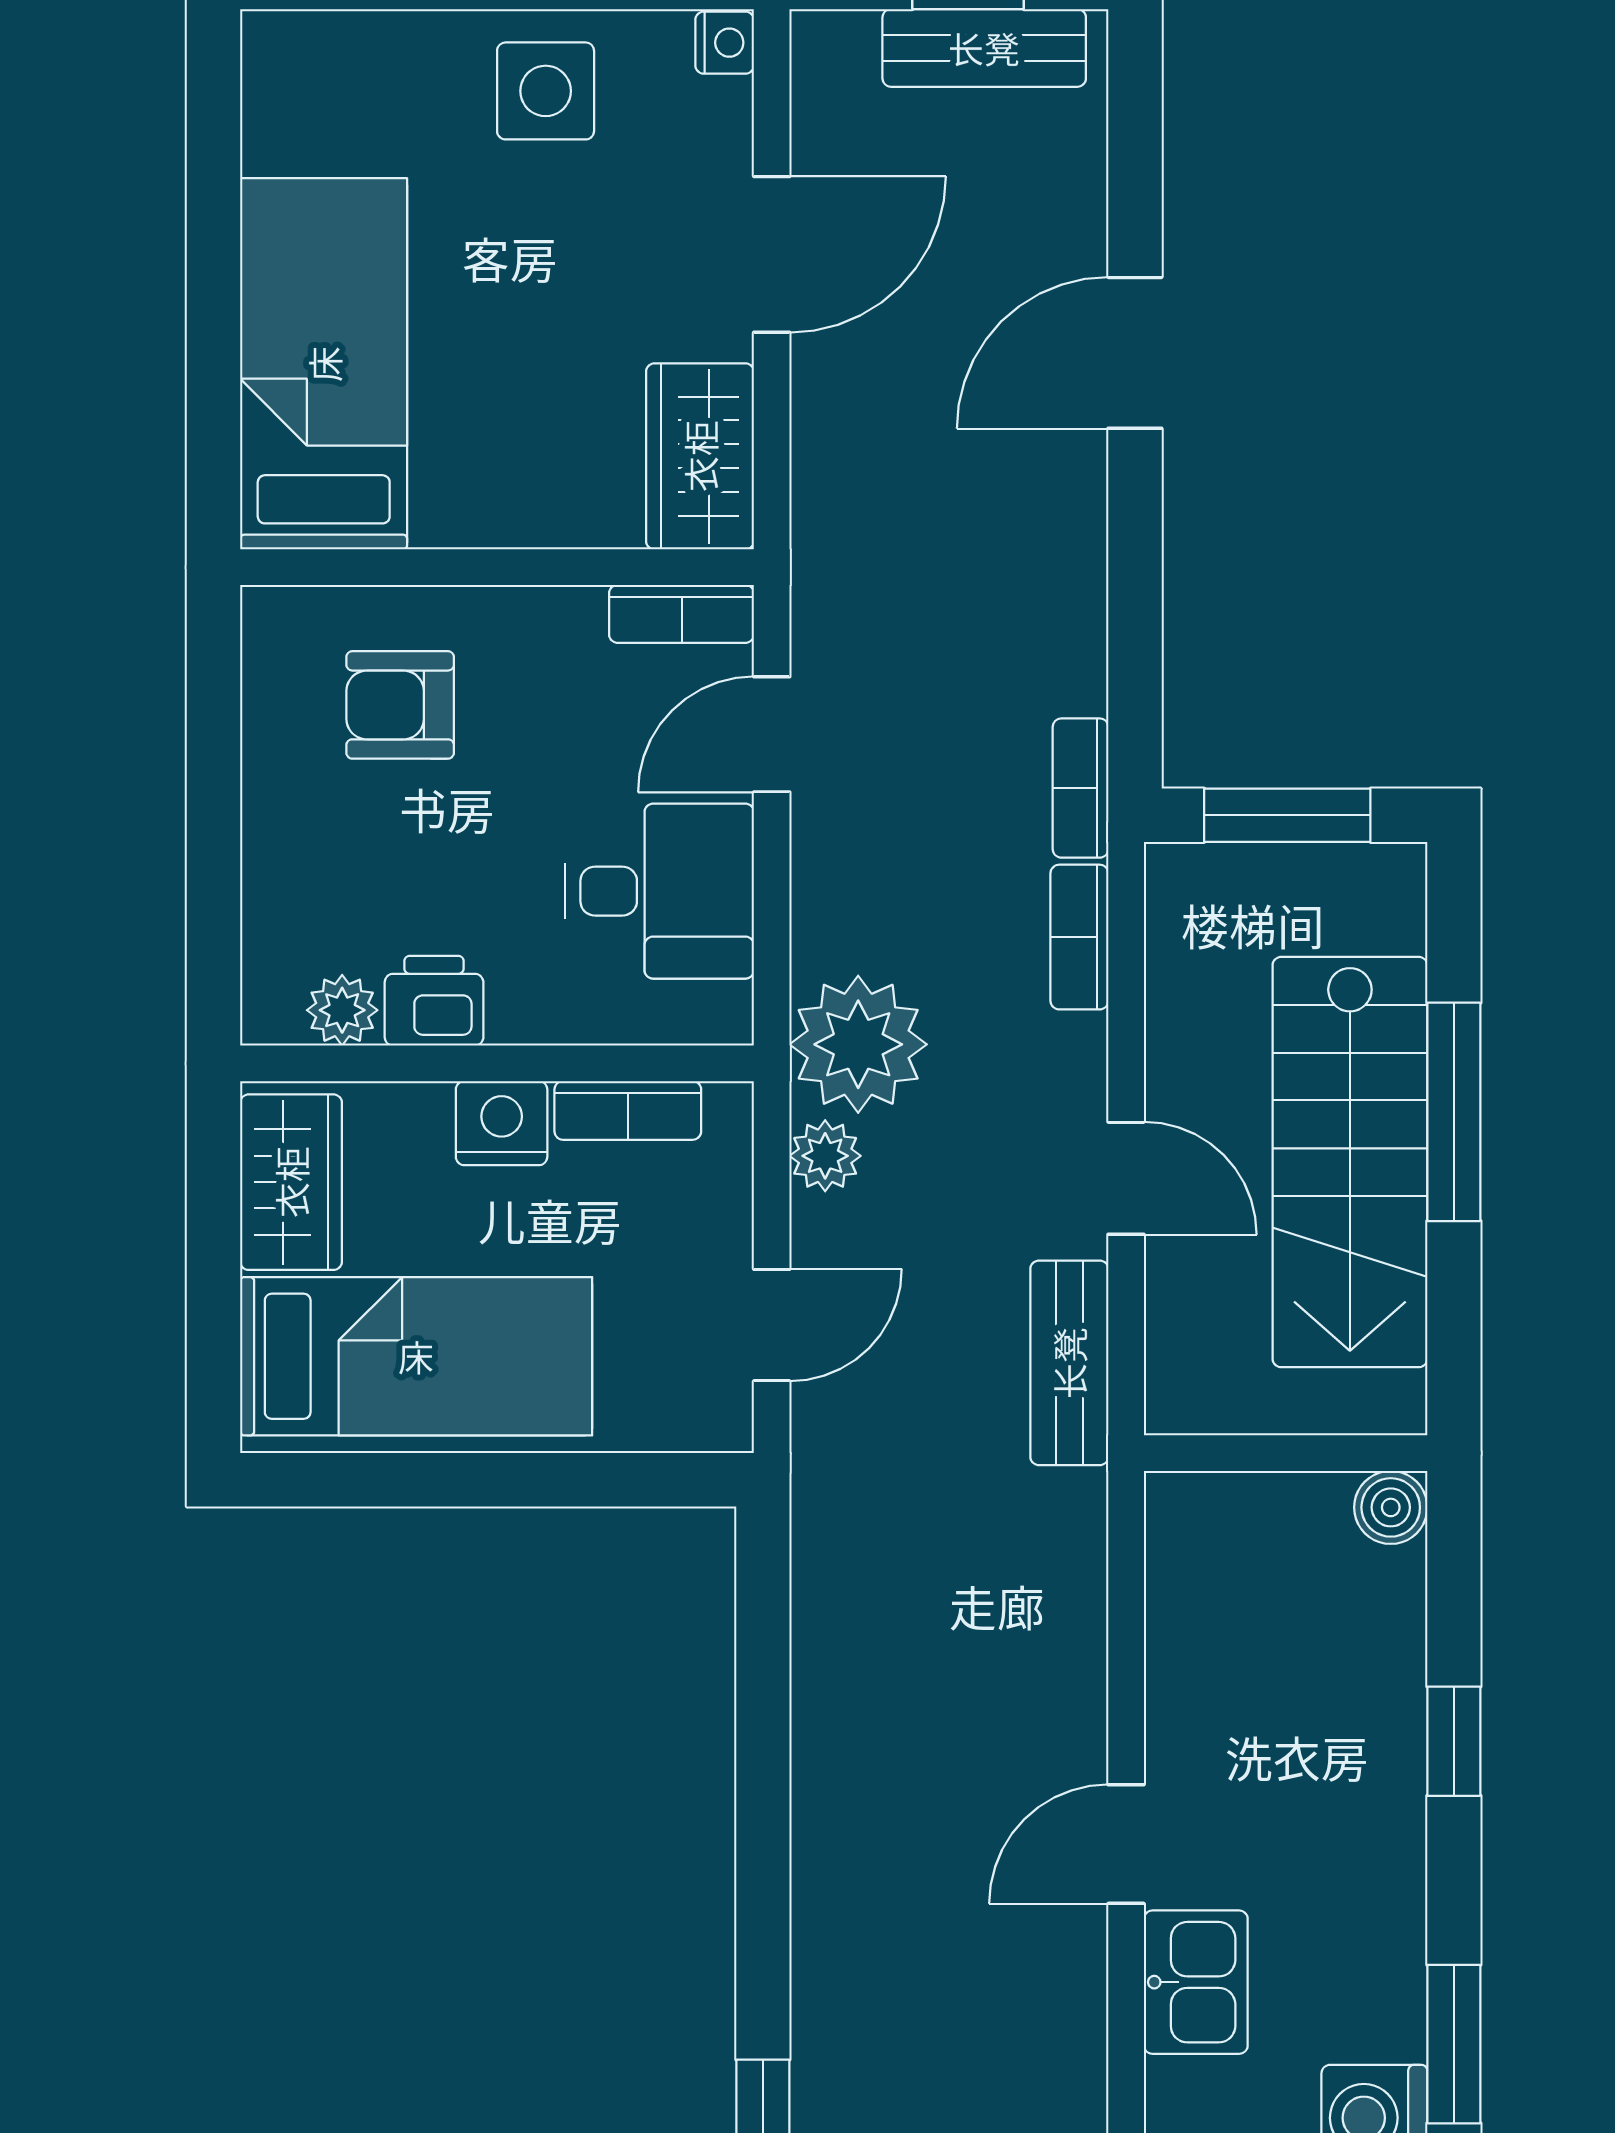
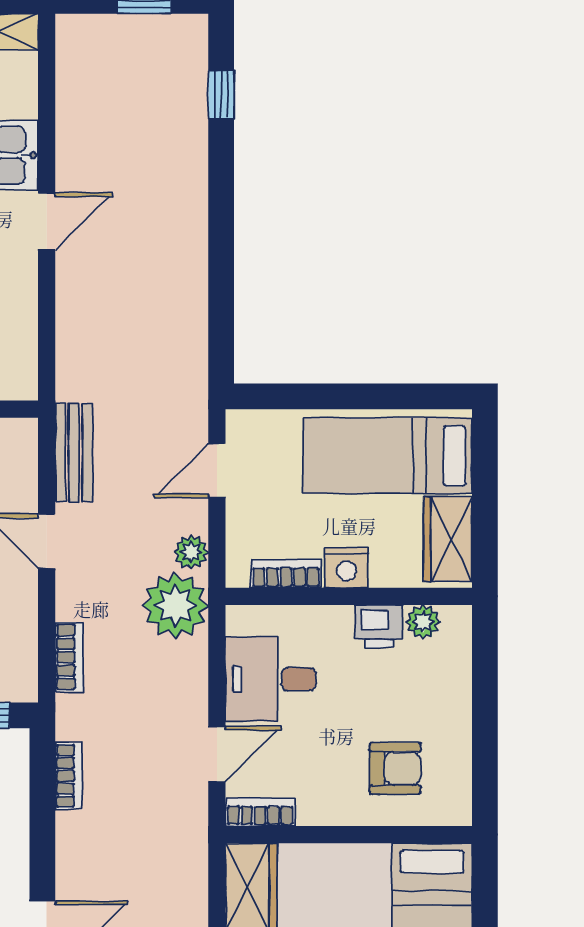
bookcase: (1081, 788) -> (69, 776), moved

